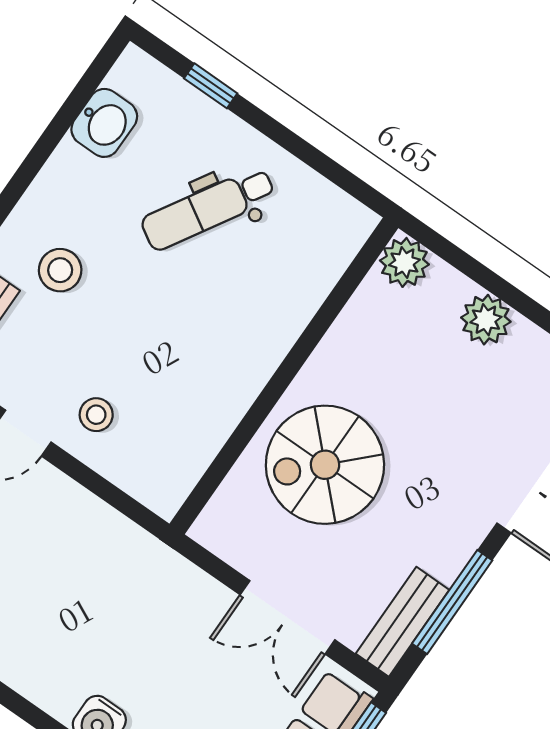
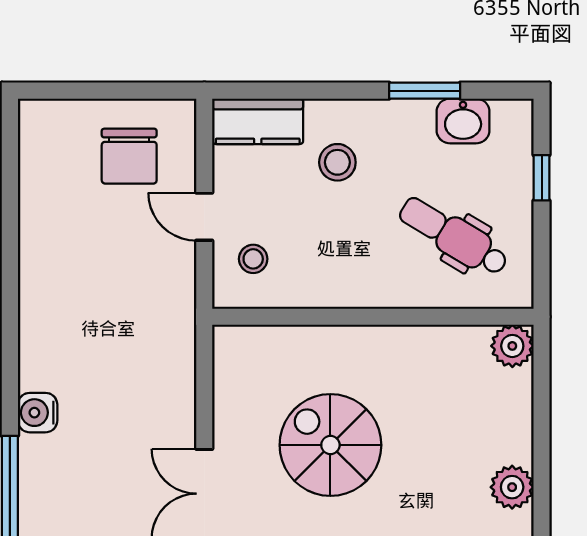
window: (50, 139) -> (425, 91), added
plant: (404, 262) -> (512, 346), moved
wall: (284, 376) -> (373, 317), moved

